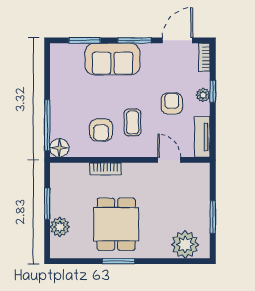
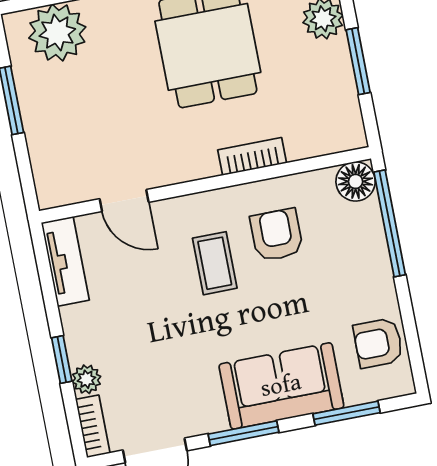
plant: (203, 95) -> (86, 379), moved
armchair: (172, 103) -> (378, 343), moved, turned 90

